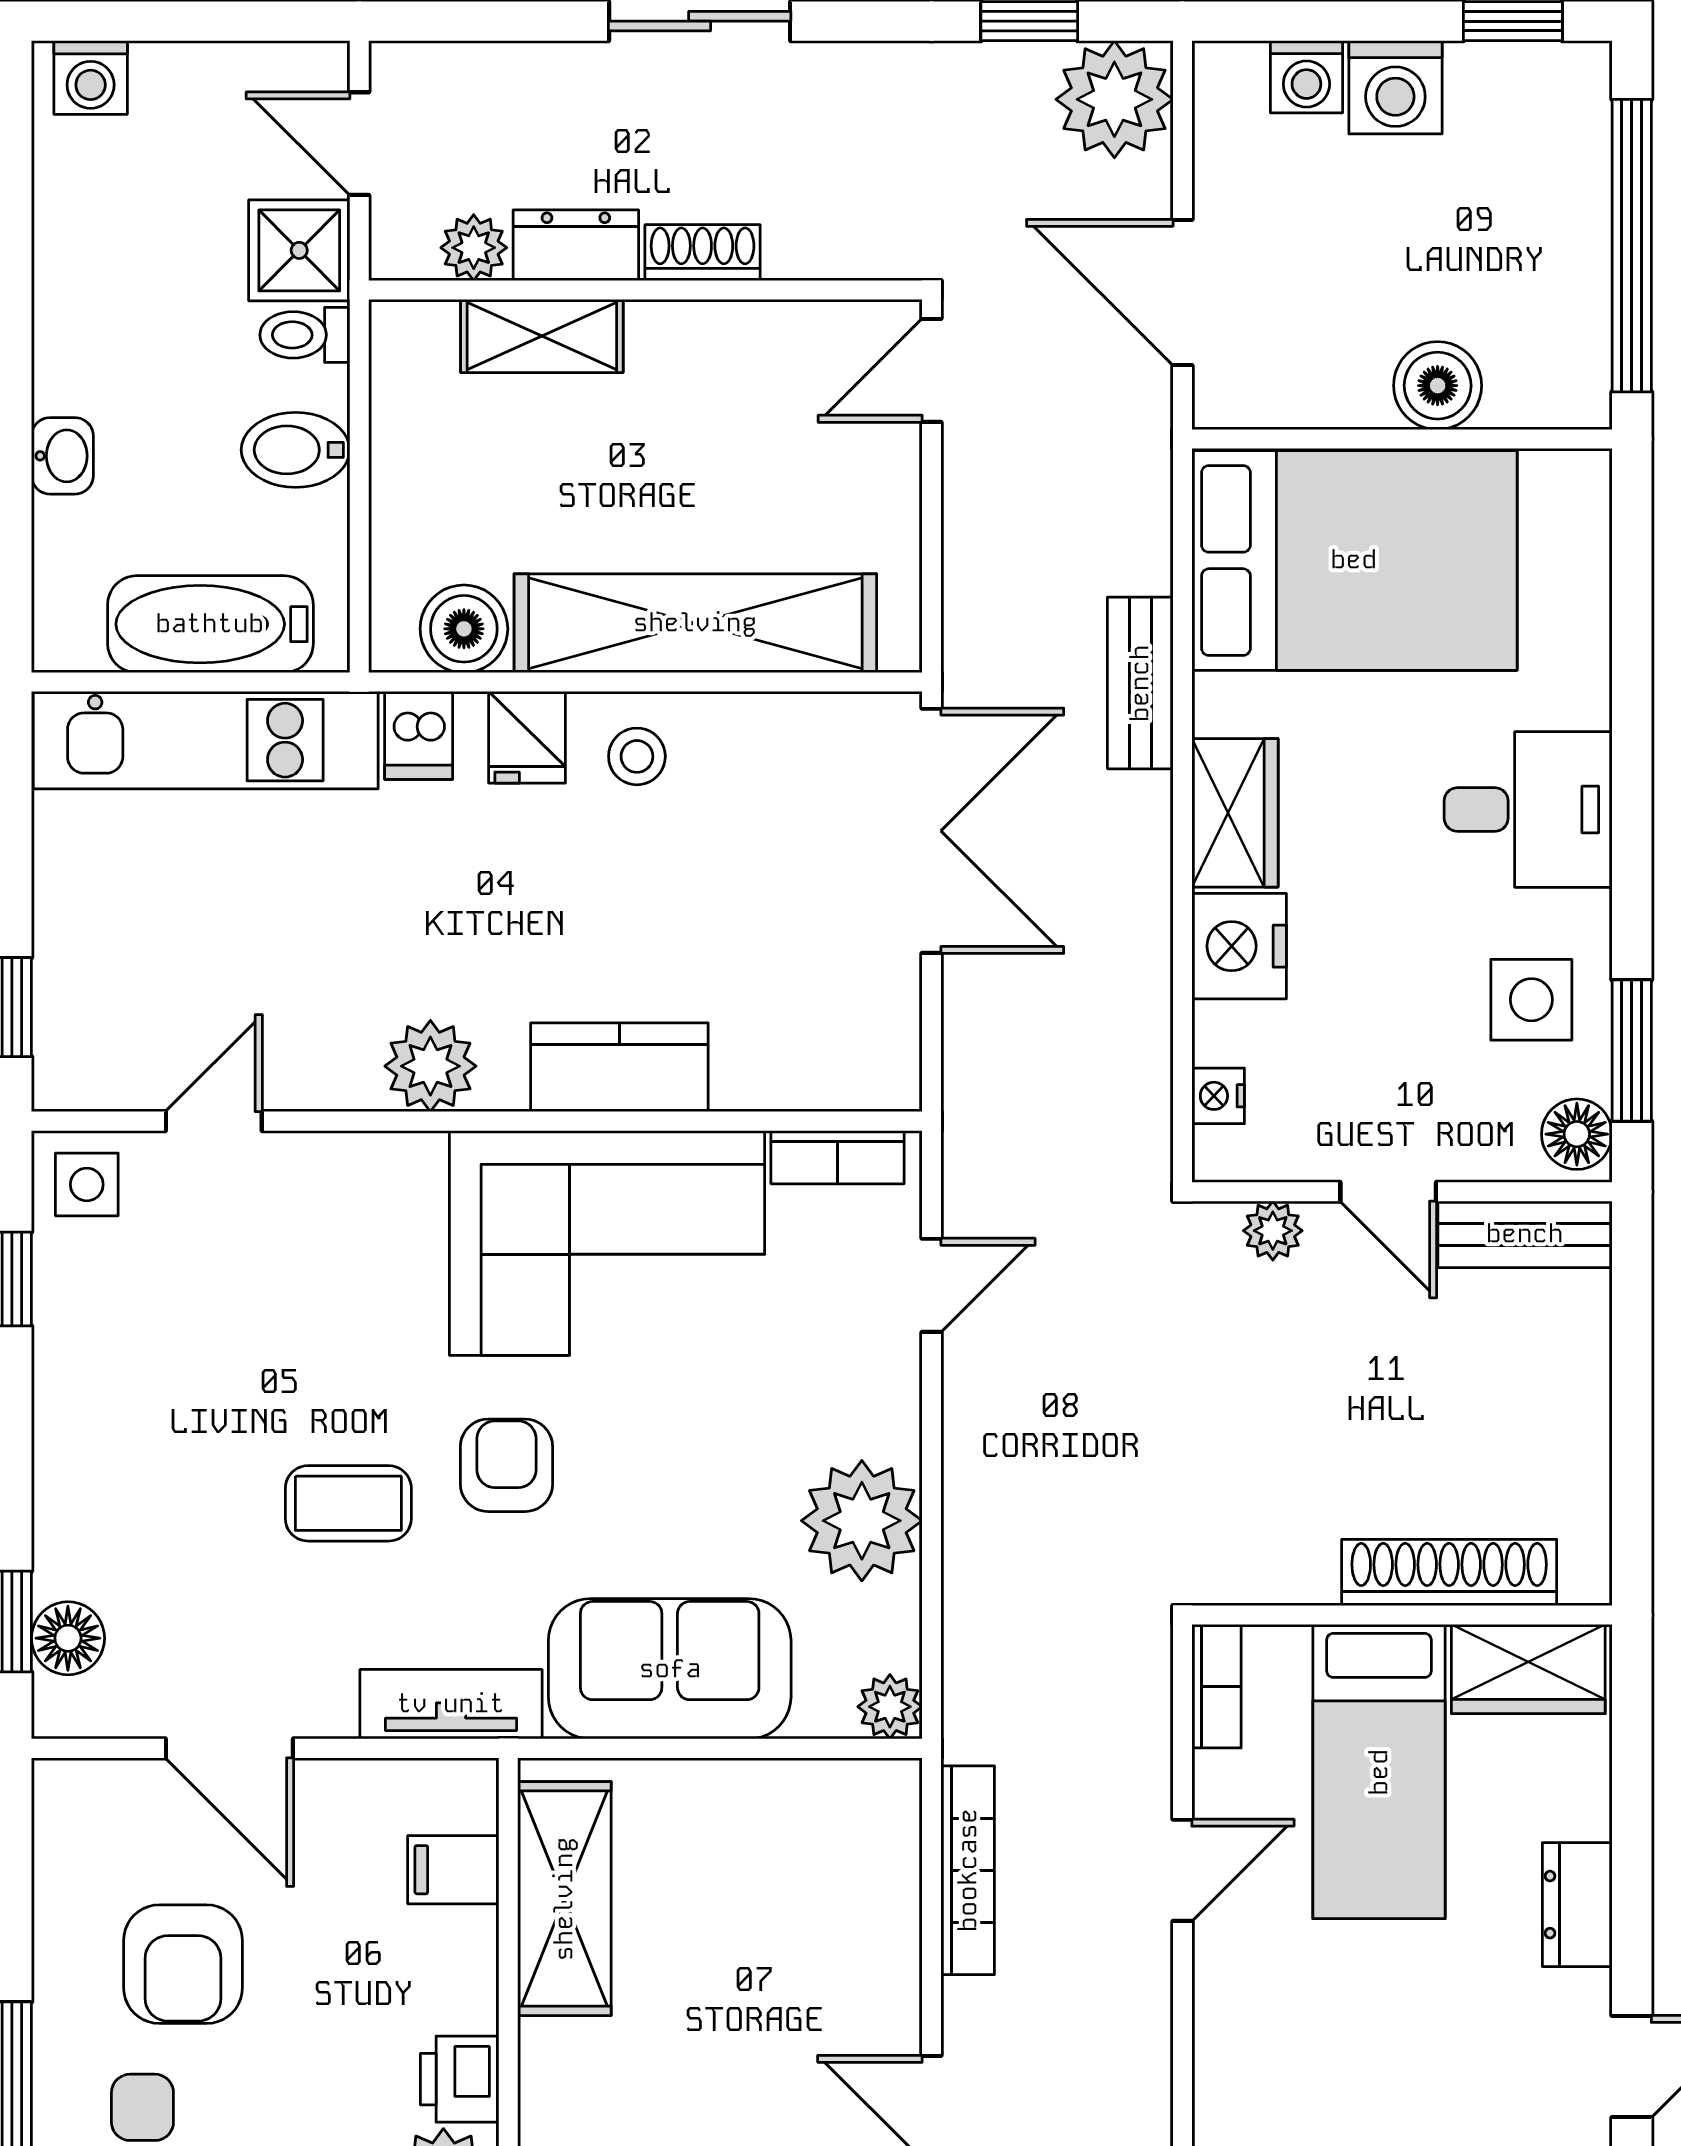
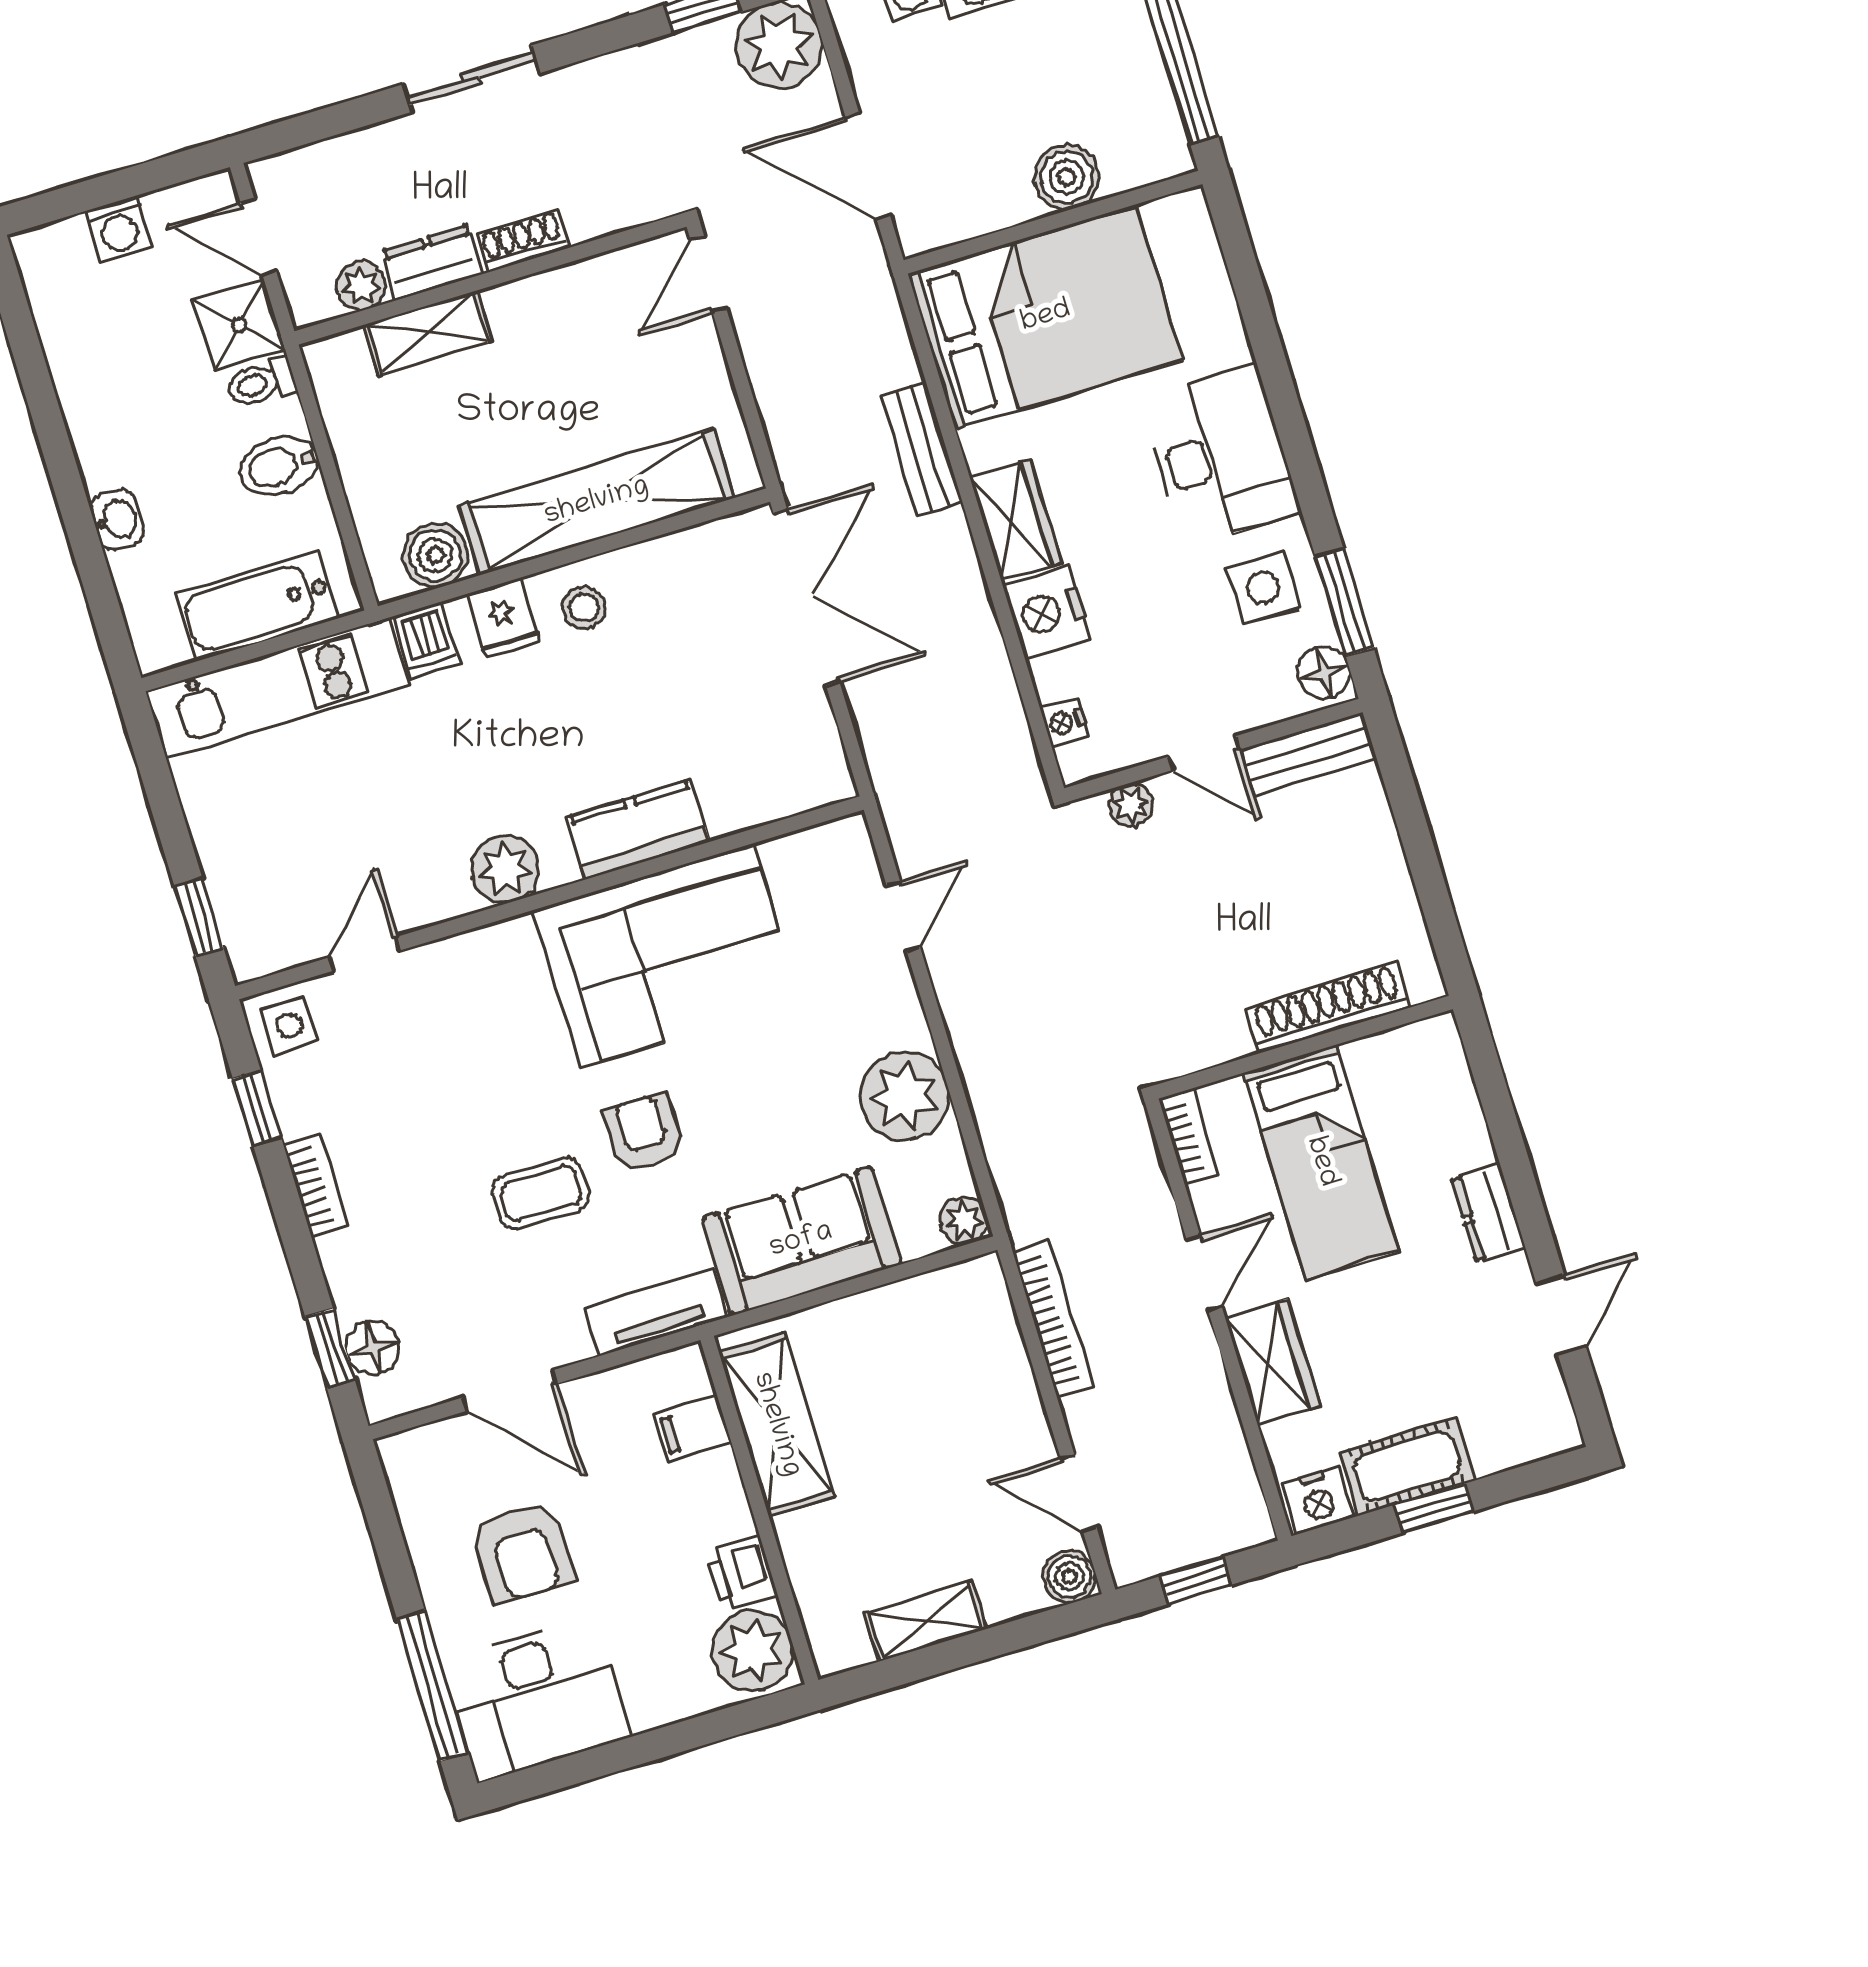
washing machine: (91, 78) -> (119, 229), moved
desk: (1528, 809) -> (1220, 455), width x1.37
bookcase: (838, 1157) -> (316, 1185), moved, turned -90
wardrobe: (1528, 1669) -> (1272, 1362), moved, turned -90

